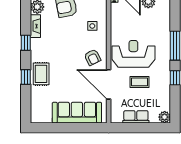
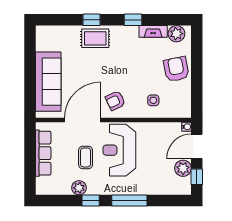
reception desk: (133, 54) -> (119, 150), turned 180
row of seats: (136, 117) -> (43, 153), width x1.48
plant: (165, 117) -> (79, 188), moved

